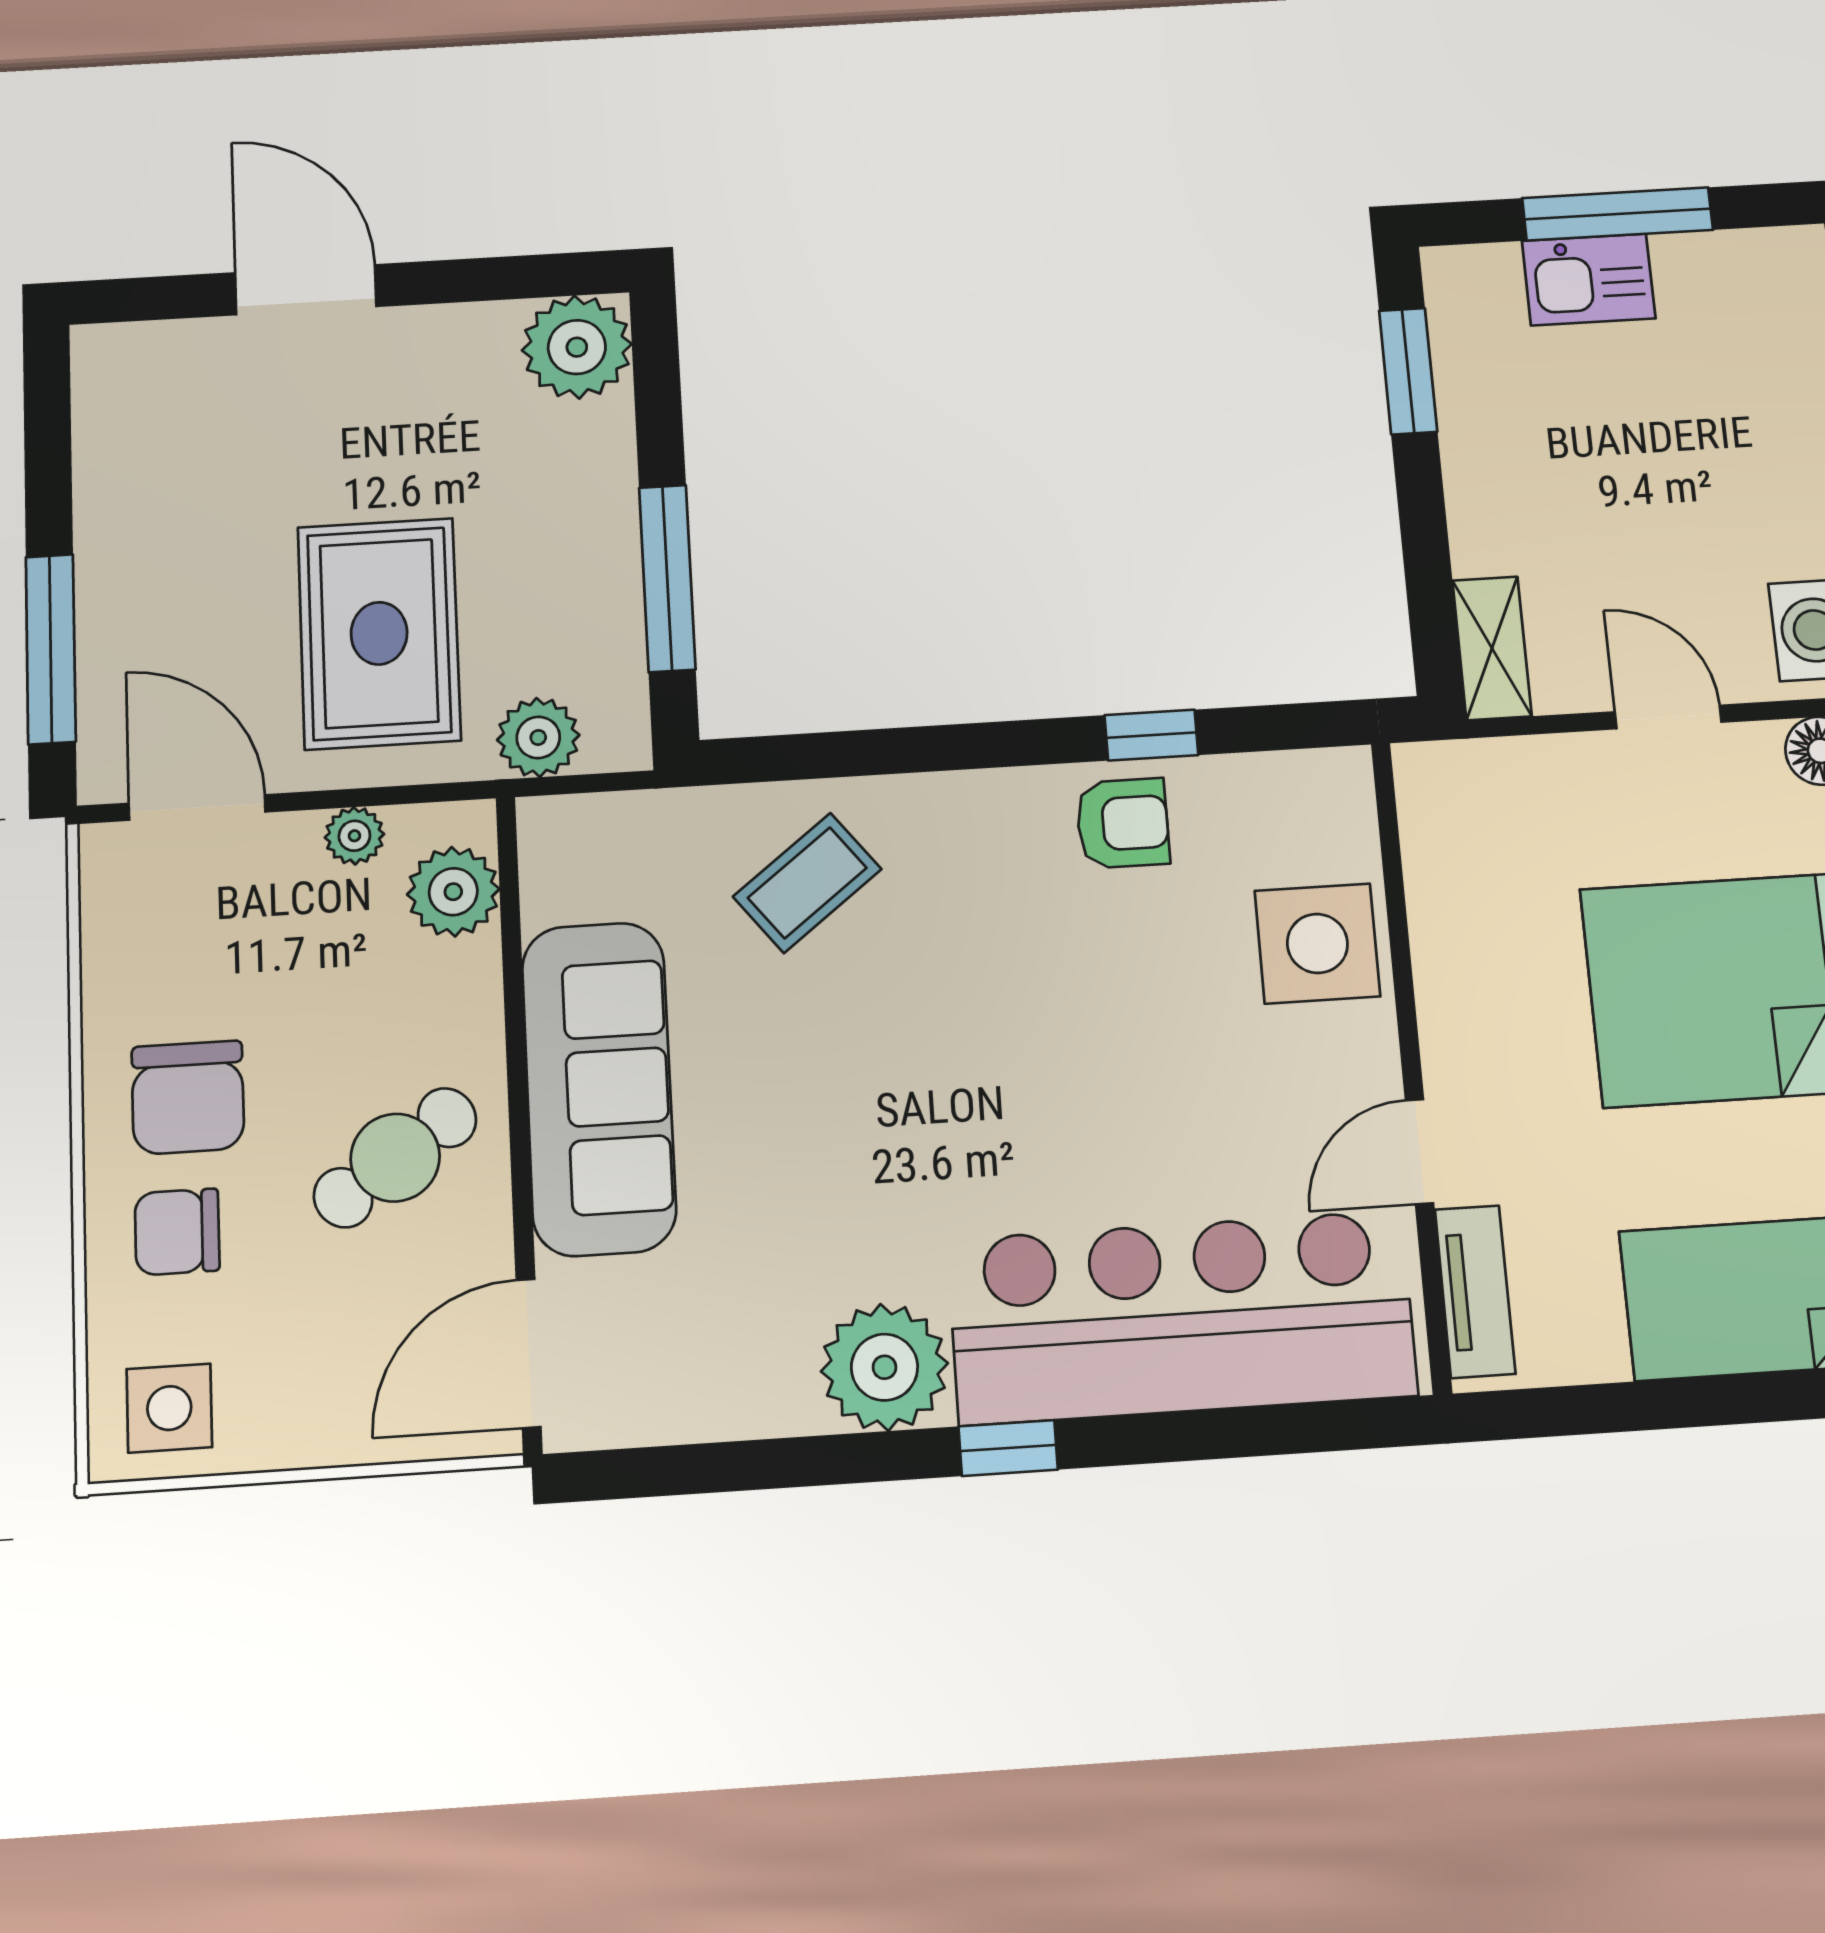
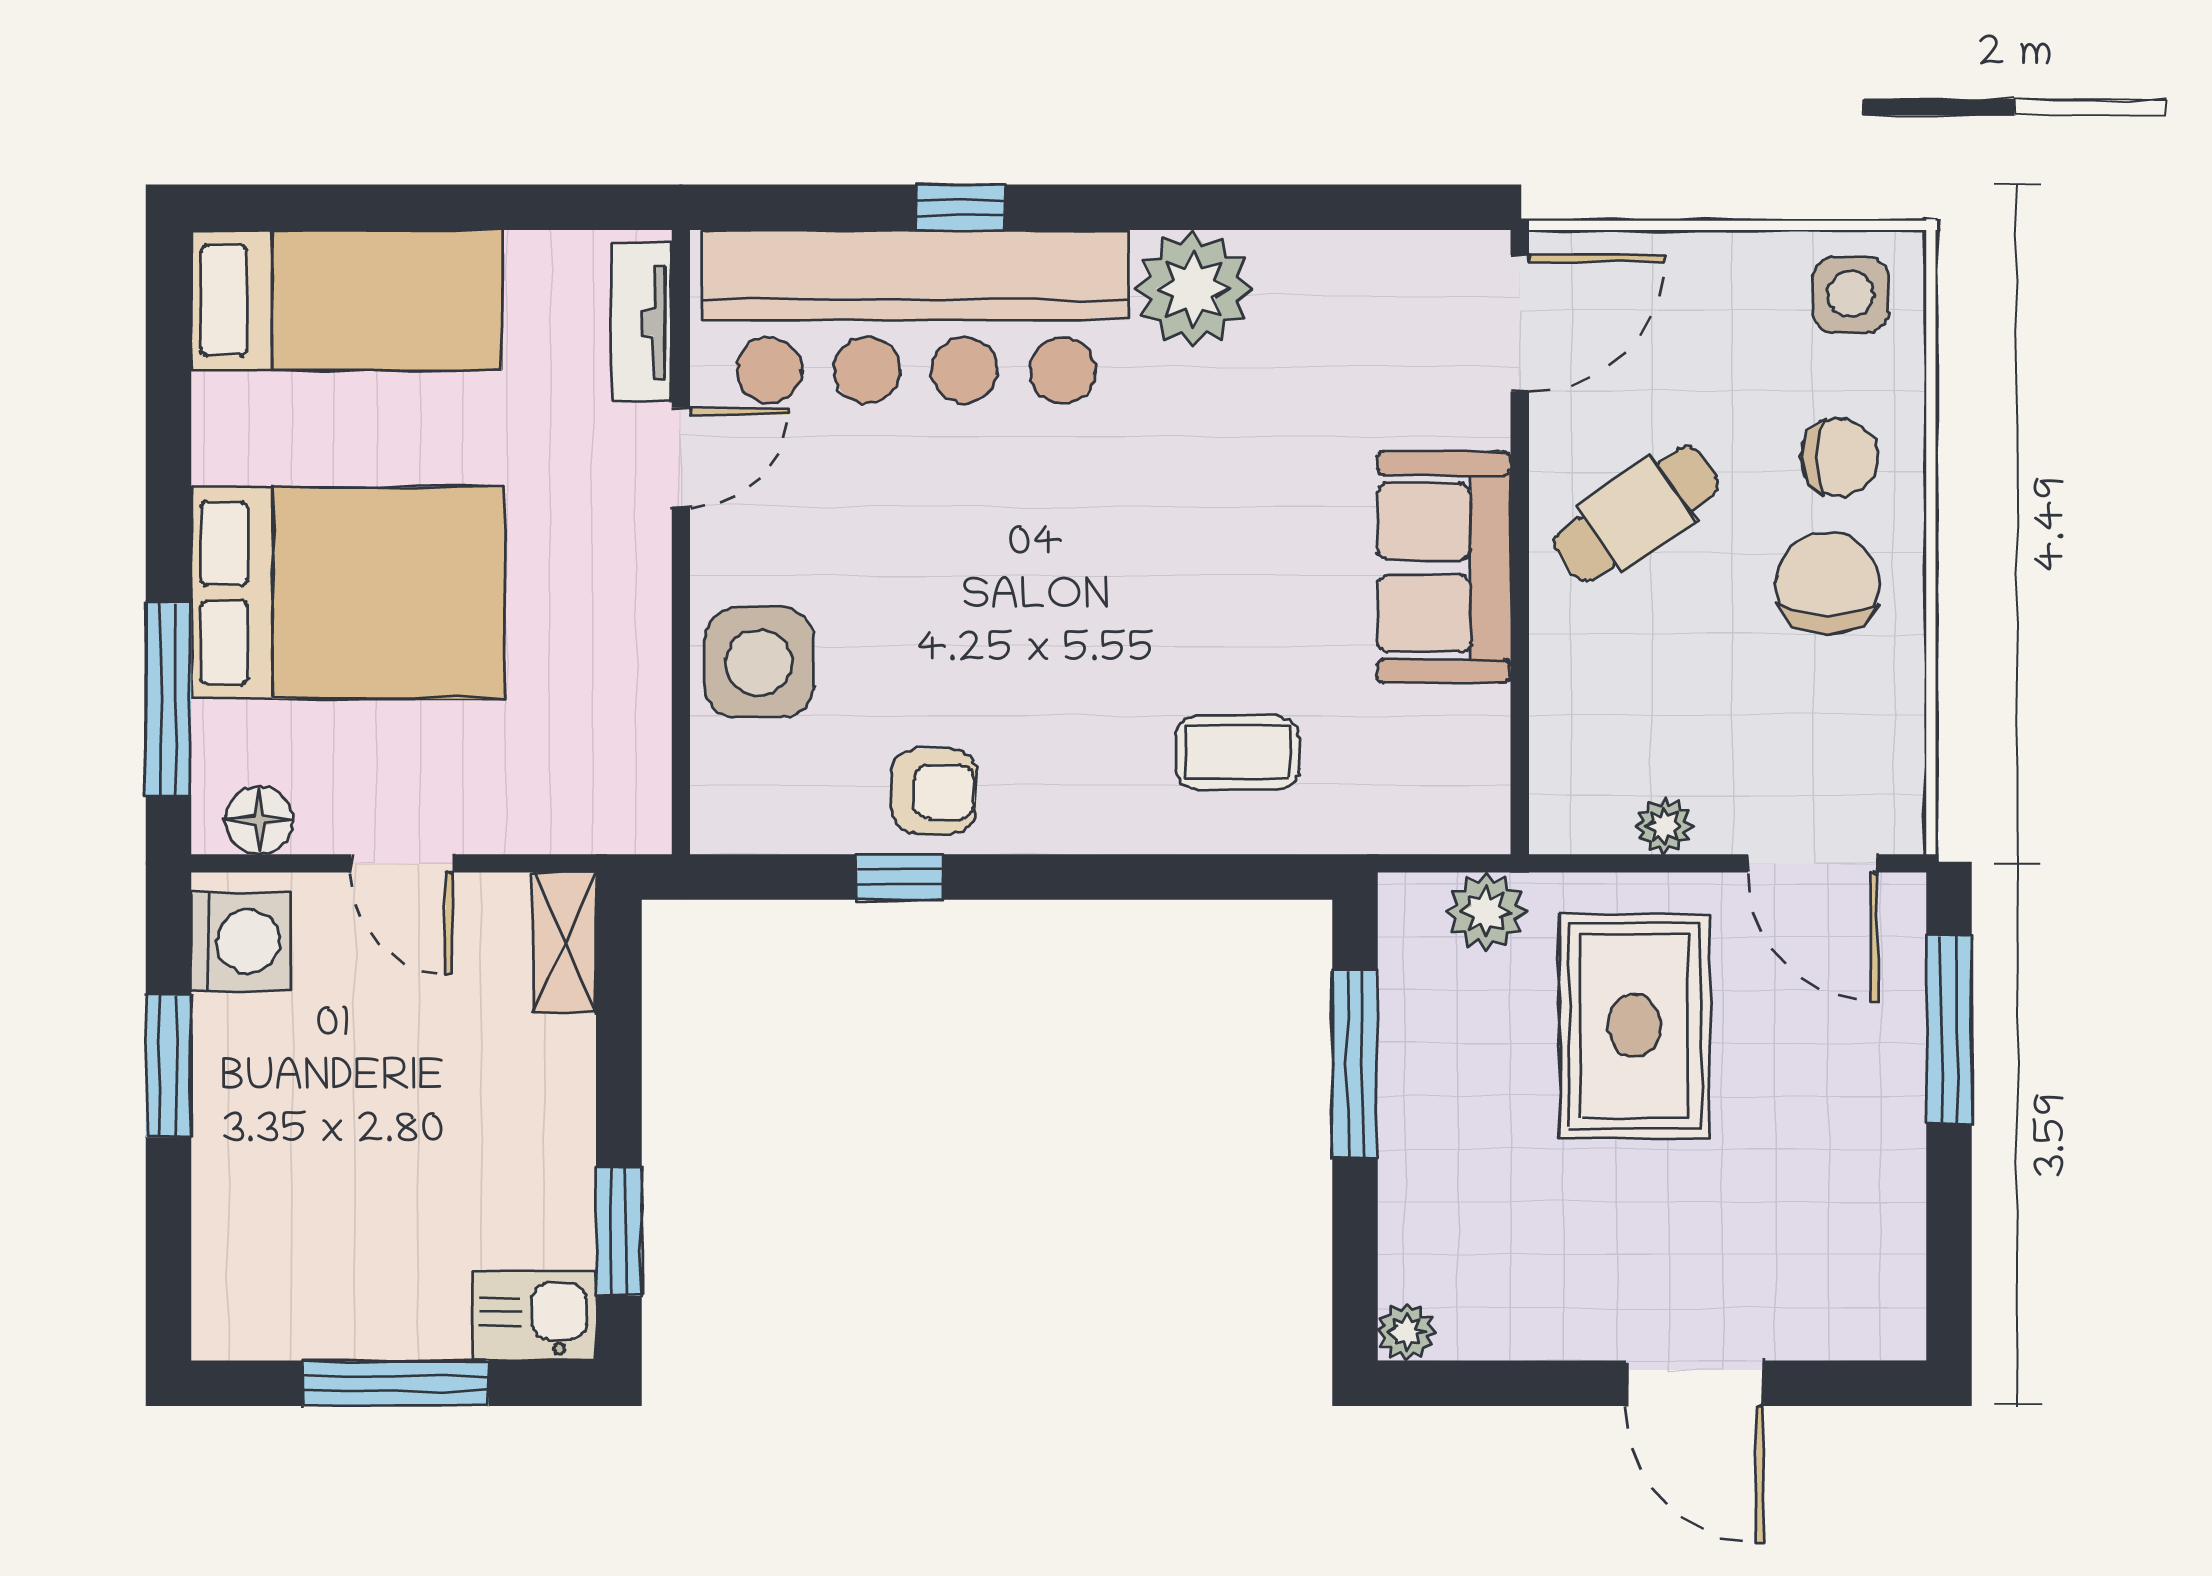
kitchen sink: (1589, 280) -> (534, 1316), moved
plant: (577, 347) -> (1406, 1332), width x0.53, depth x0.53
armchair: (1123, 823) -> (934, 792), turned 180
coffee table: (807, 883) -> (1238, 752), turned 38
plant: (453, 892) -> (1573, 765), removed
sofa: (599, 1088) -> (1444, 567), width x0.73
window: (1008, 1448) -> (961, 207), moved

